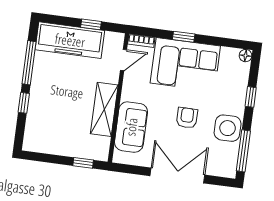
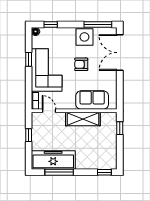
window: (184, 37) -> (29, 59), moved
freezer: (70, 40) -> (53, 160), moved, turned -90
window: (251, 97) -> (51, 25), moved
window: (24, 103) -> (104, 172), moved
double door: (177, 175) -> (120, 53), moved

